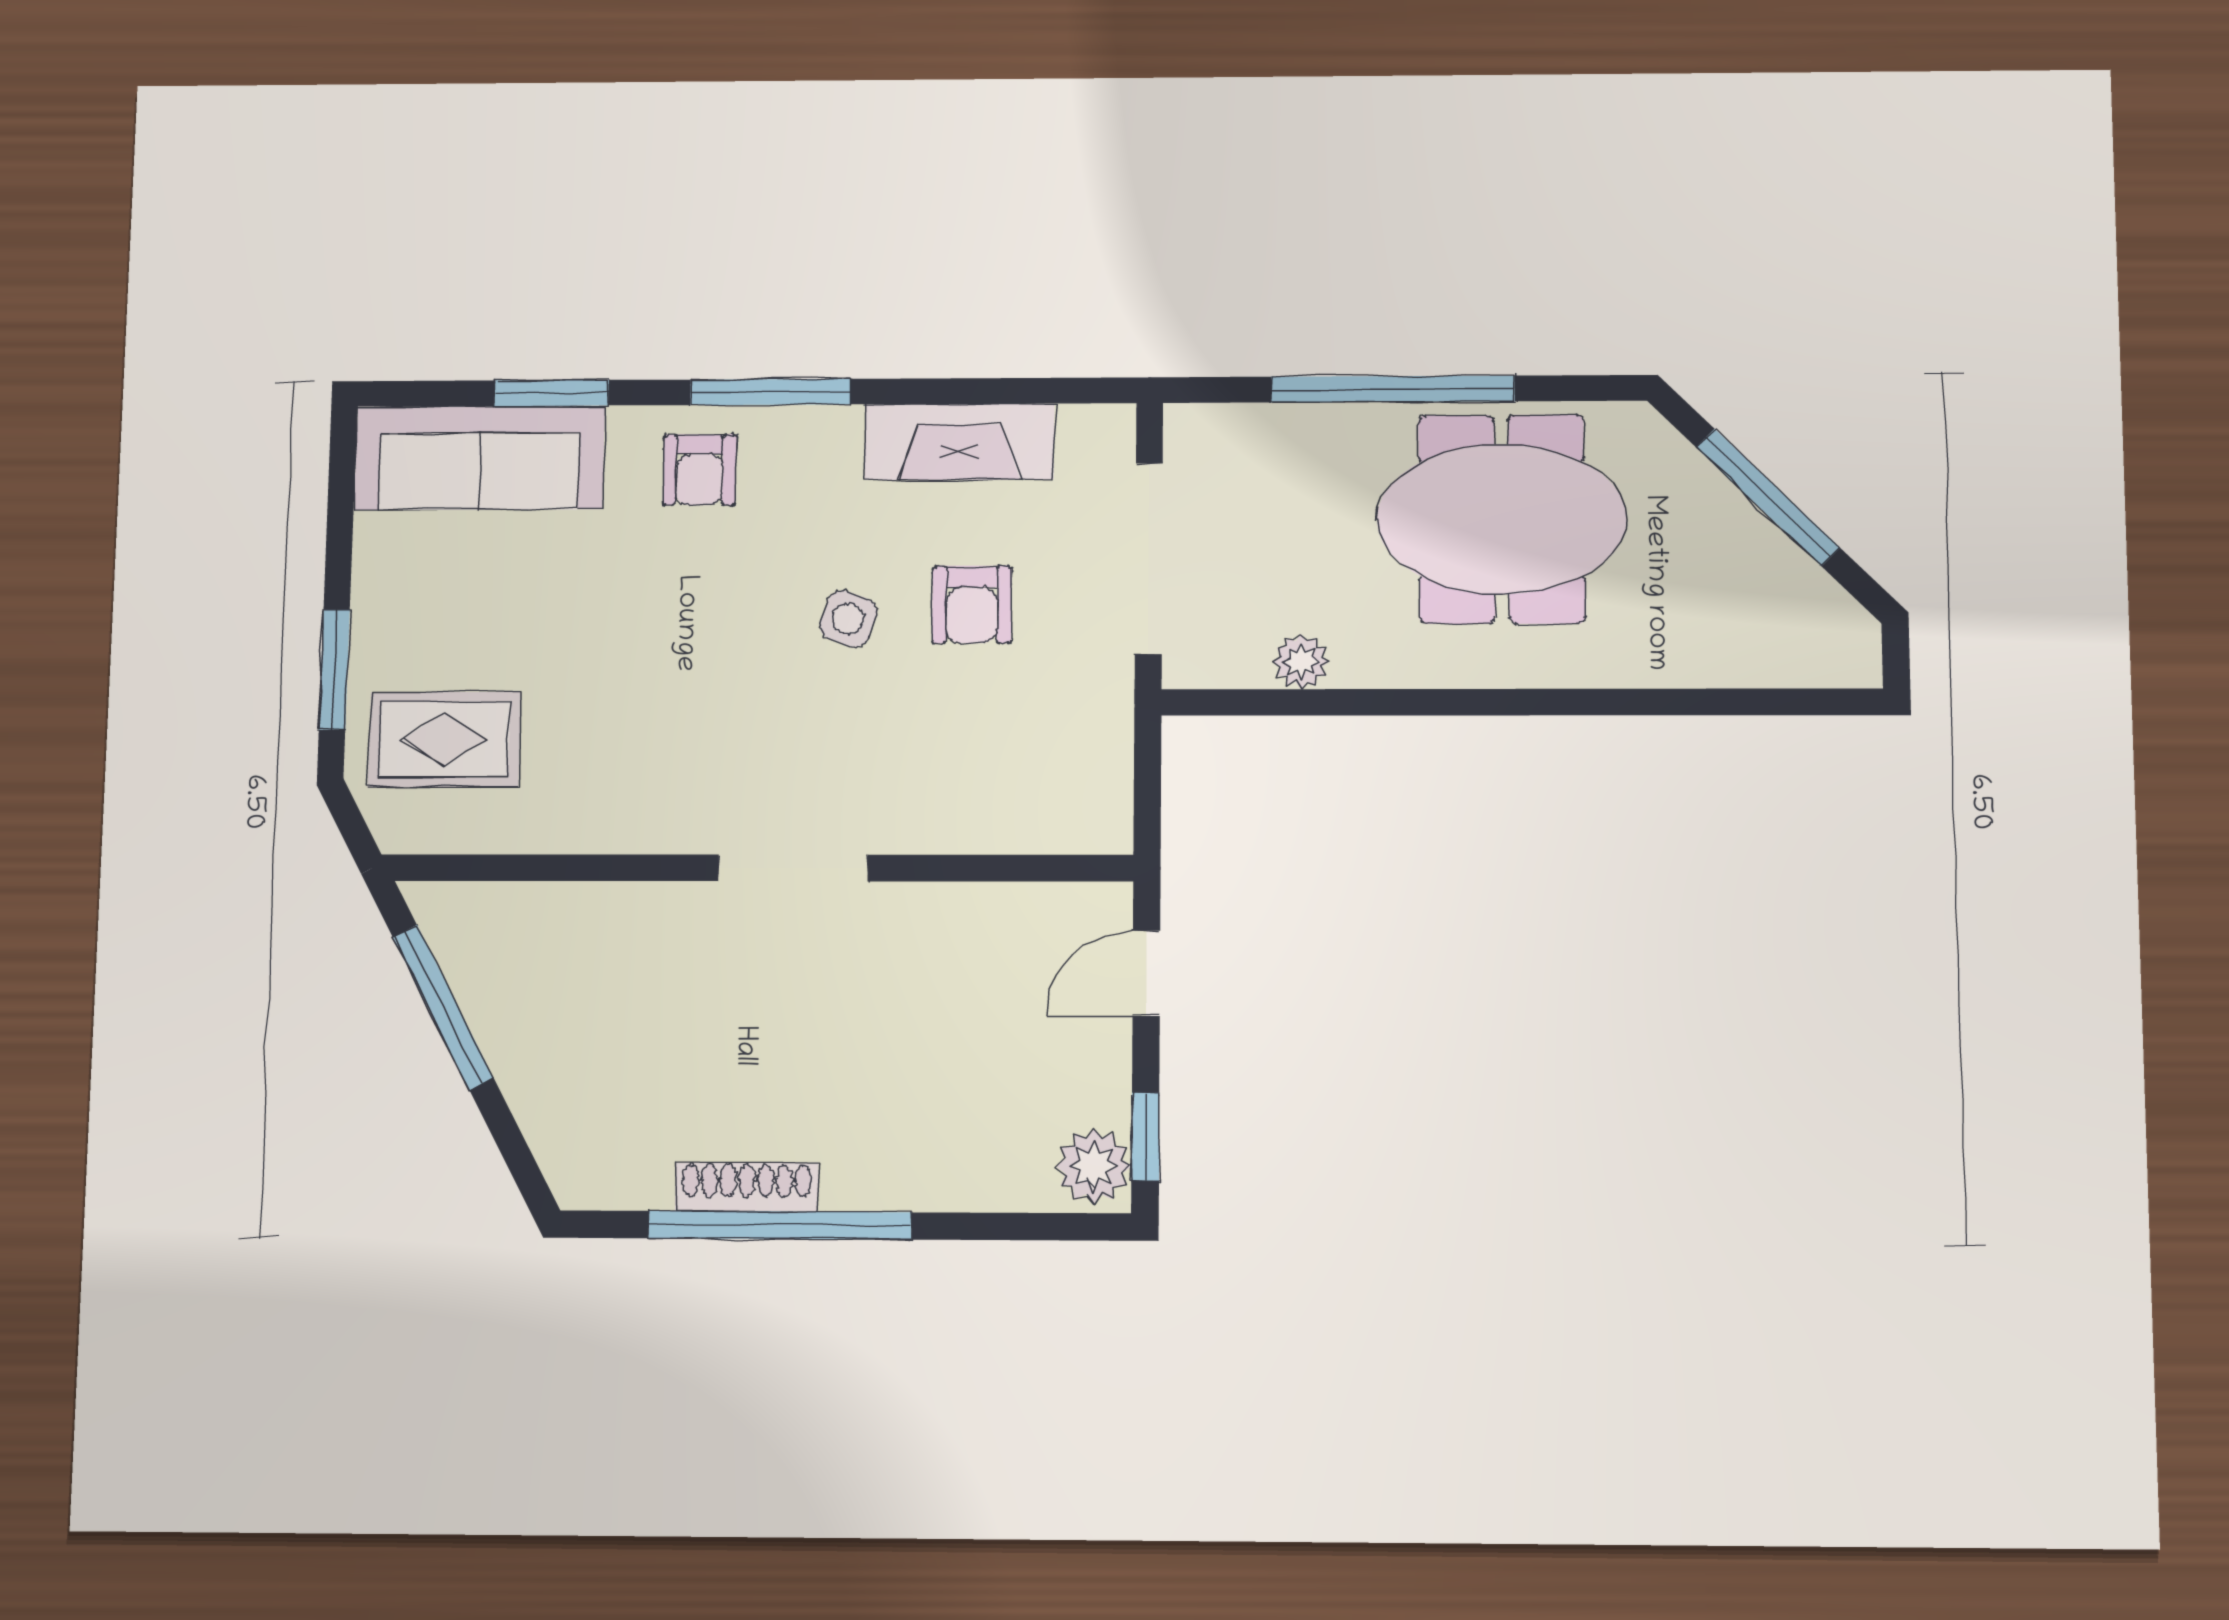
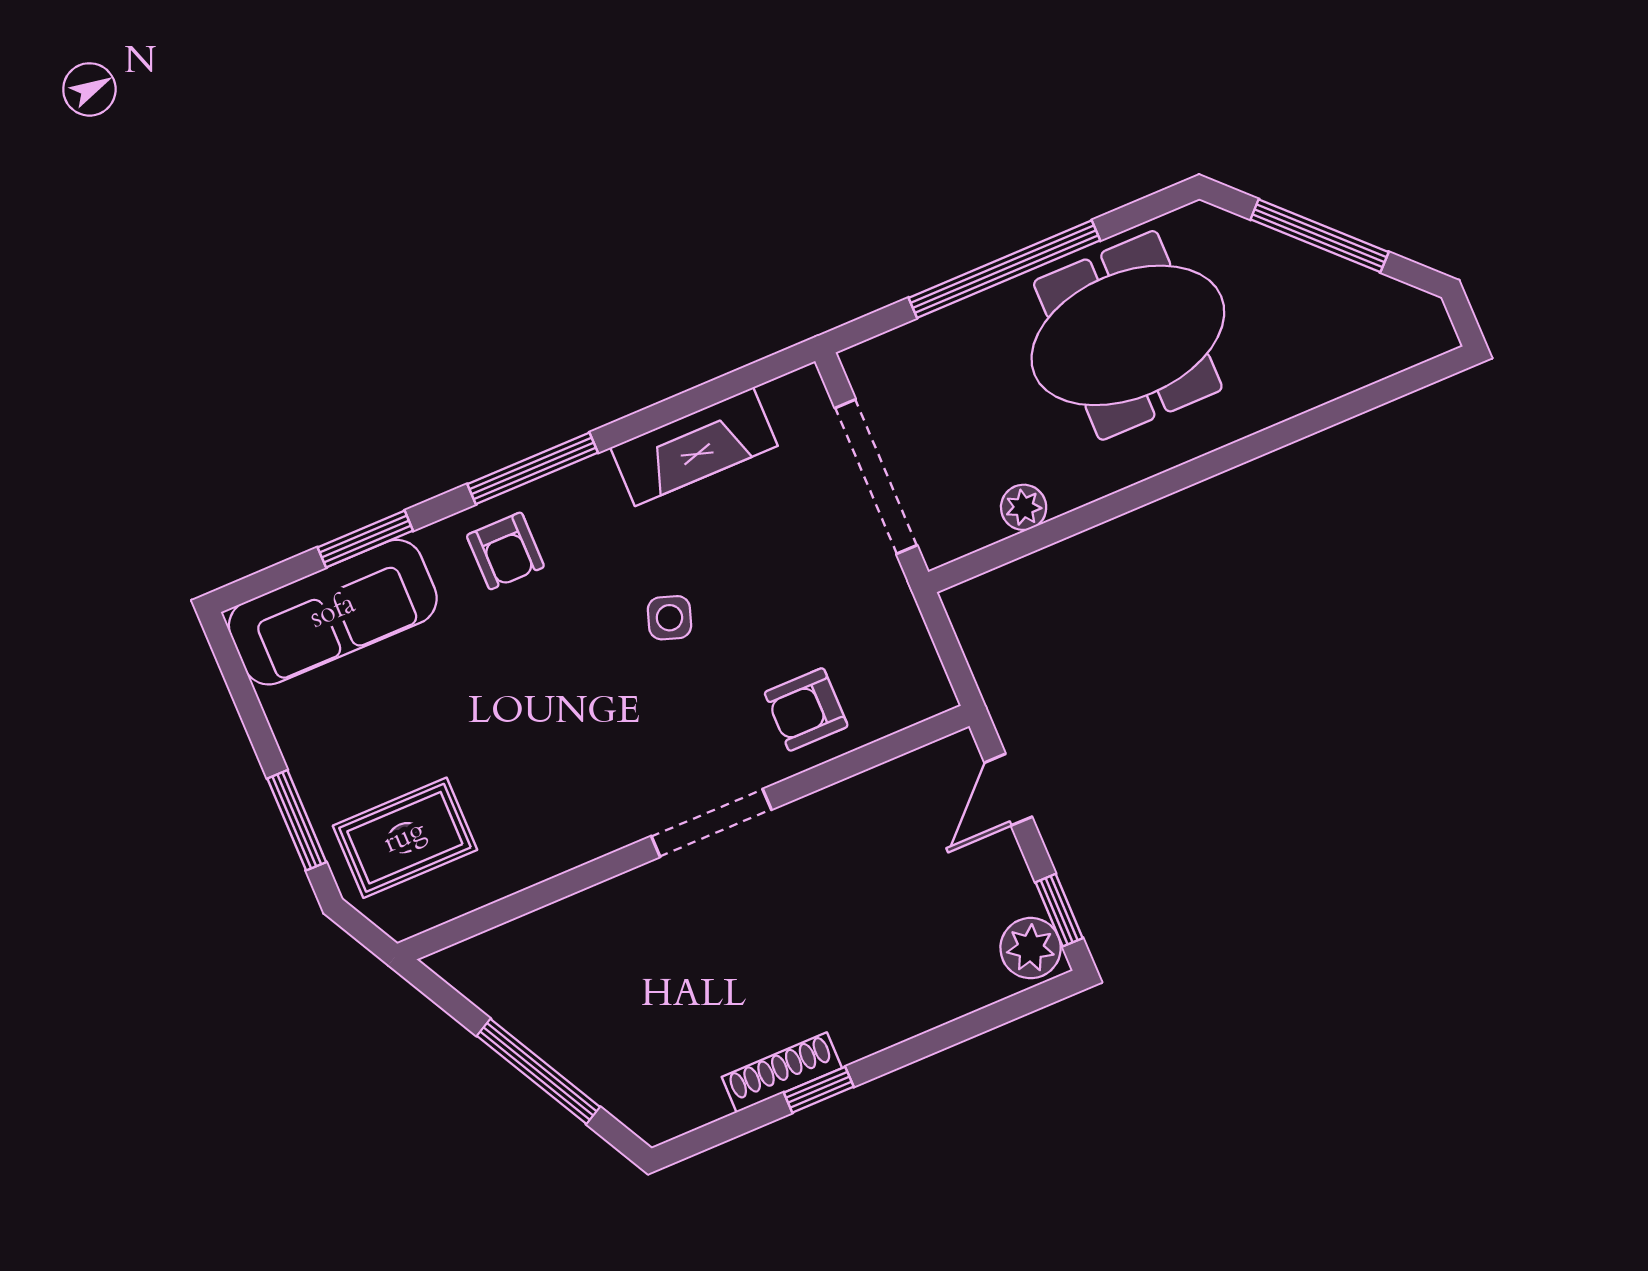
armchair: (972, 604) -> (806, 709), moved, turned 90
window: (443, 1007) -> (538, 1071), moved
window: (780, 1225) -> (819, 1090), width x0.32

